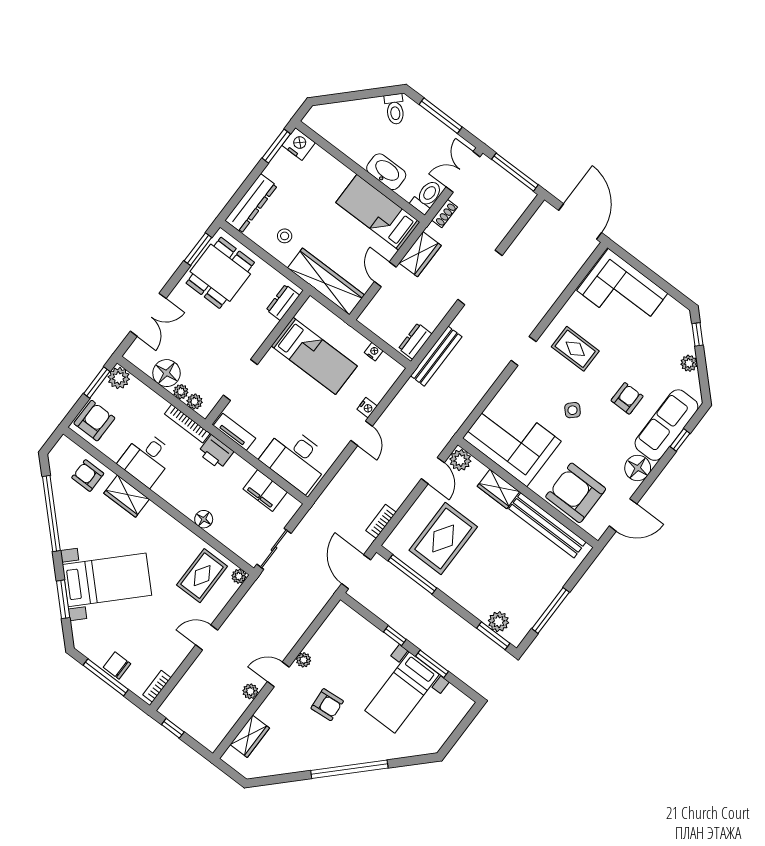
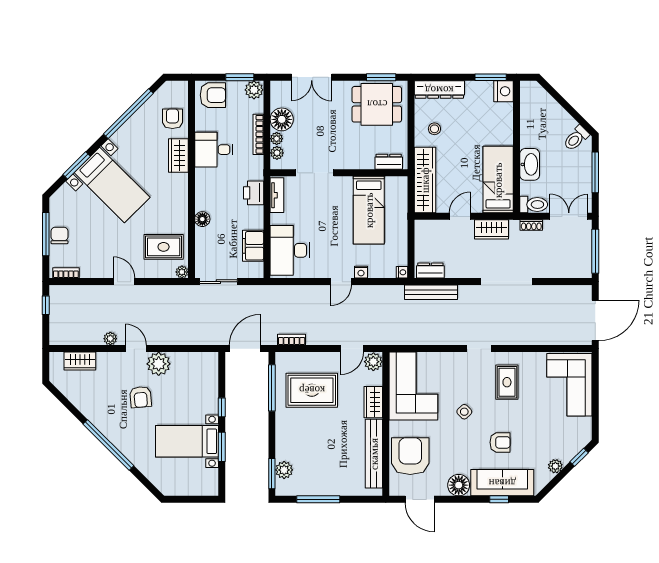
nightstand: (374, 352) -> (402, 272), moved
bookcase: (187, 424) -> (258, 134), moved
plant: (304, 660) -> (159, 364), width x1.87, depth x1.87

